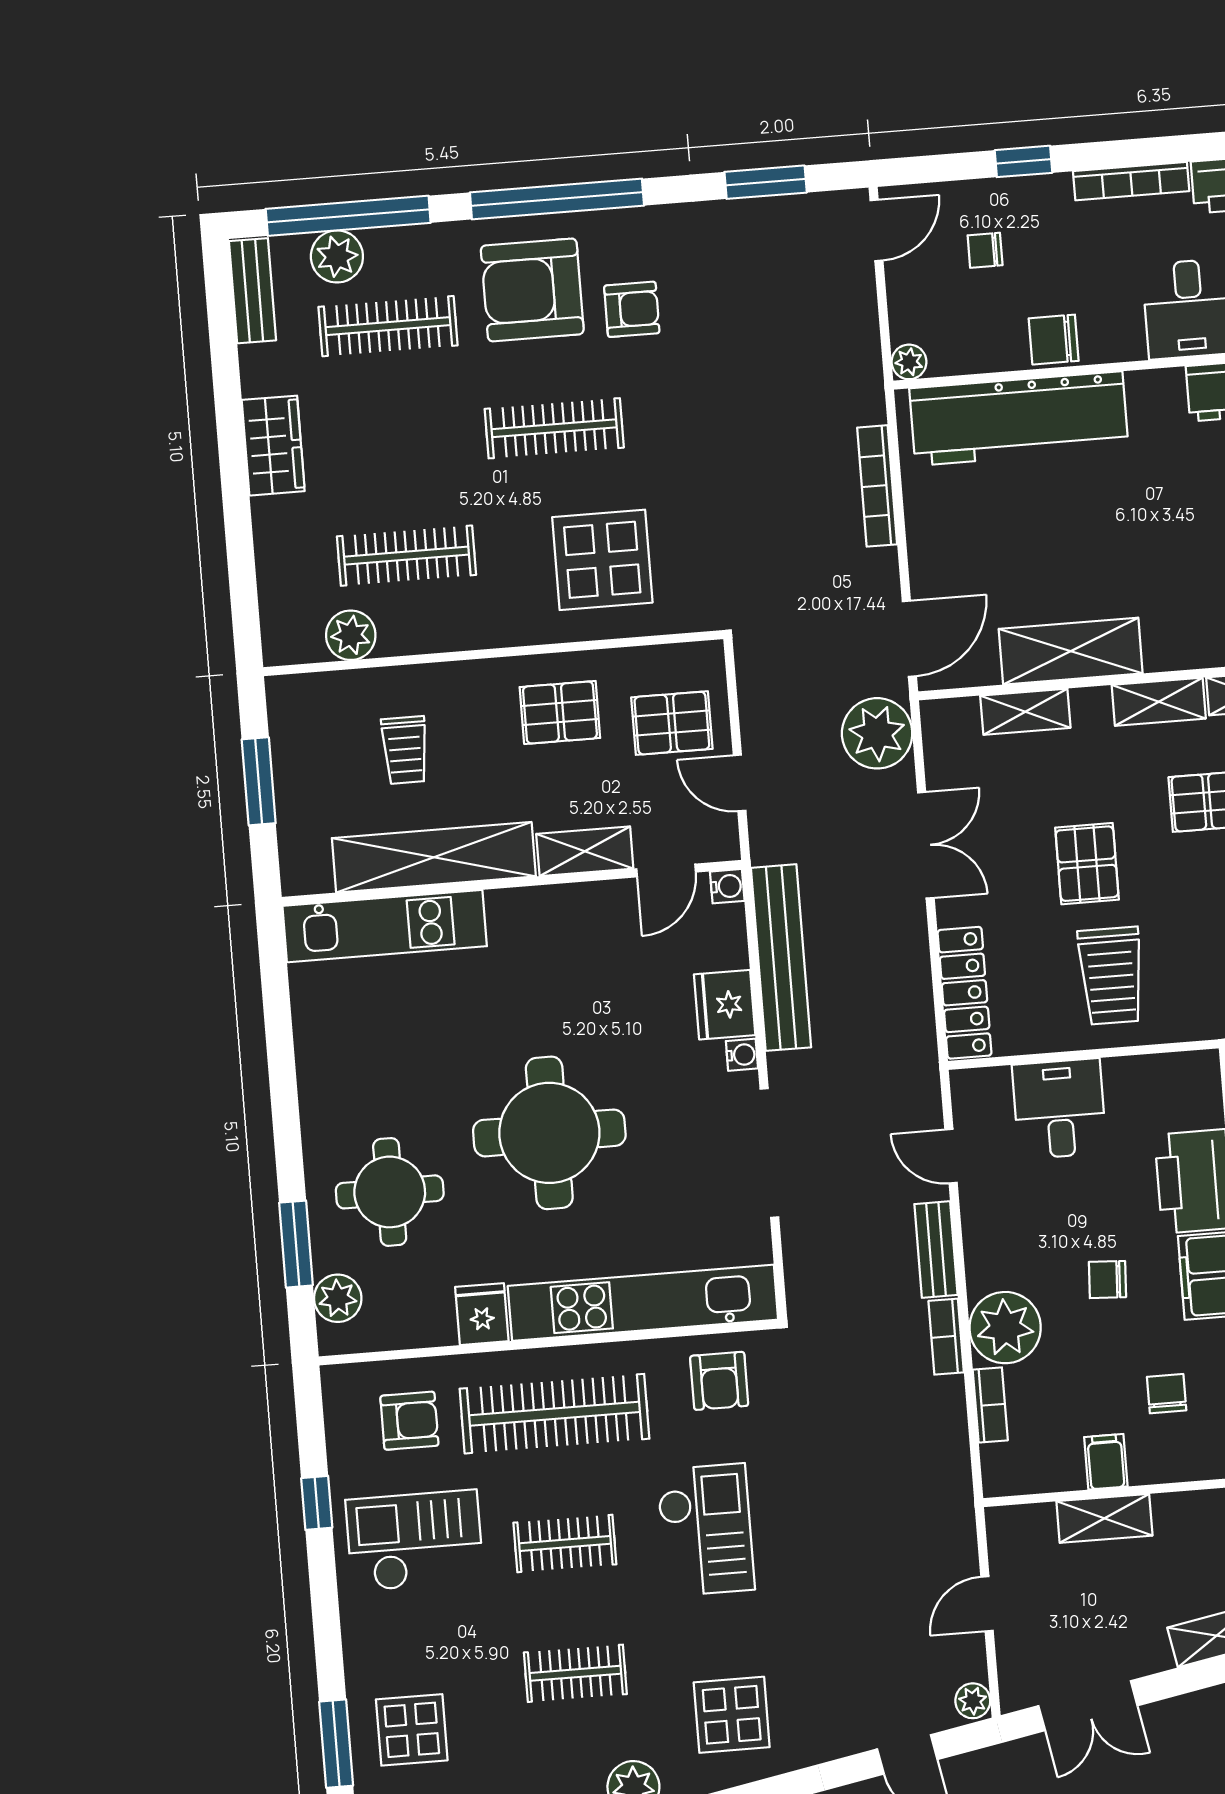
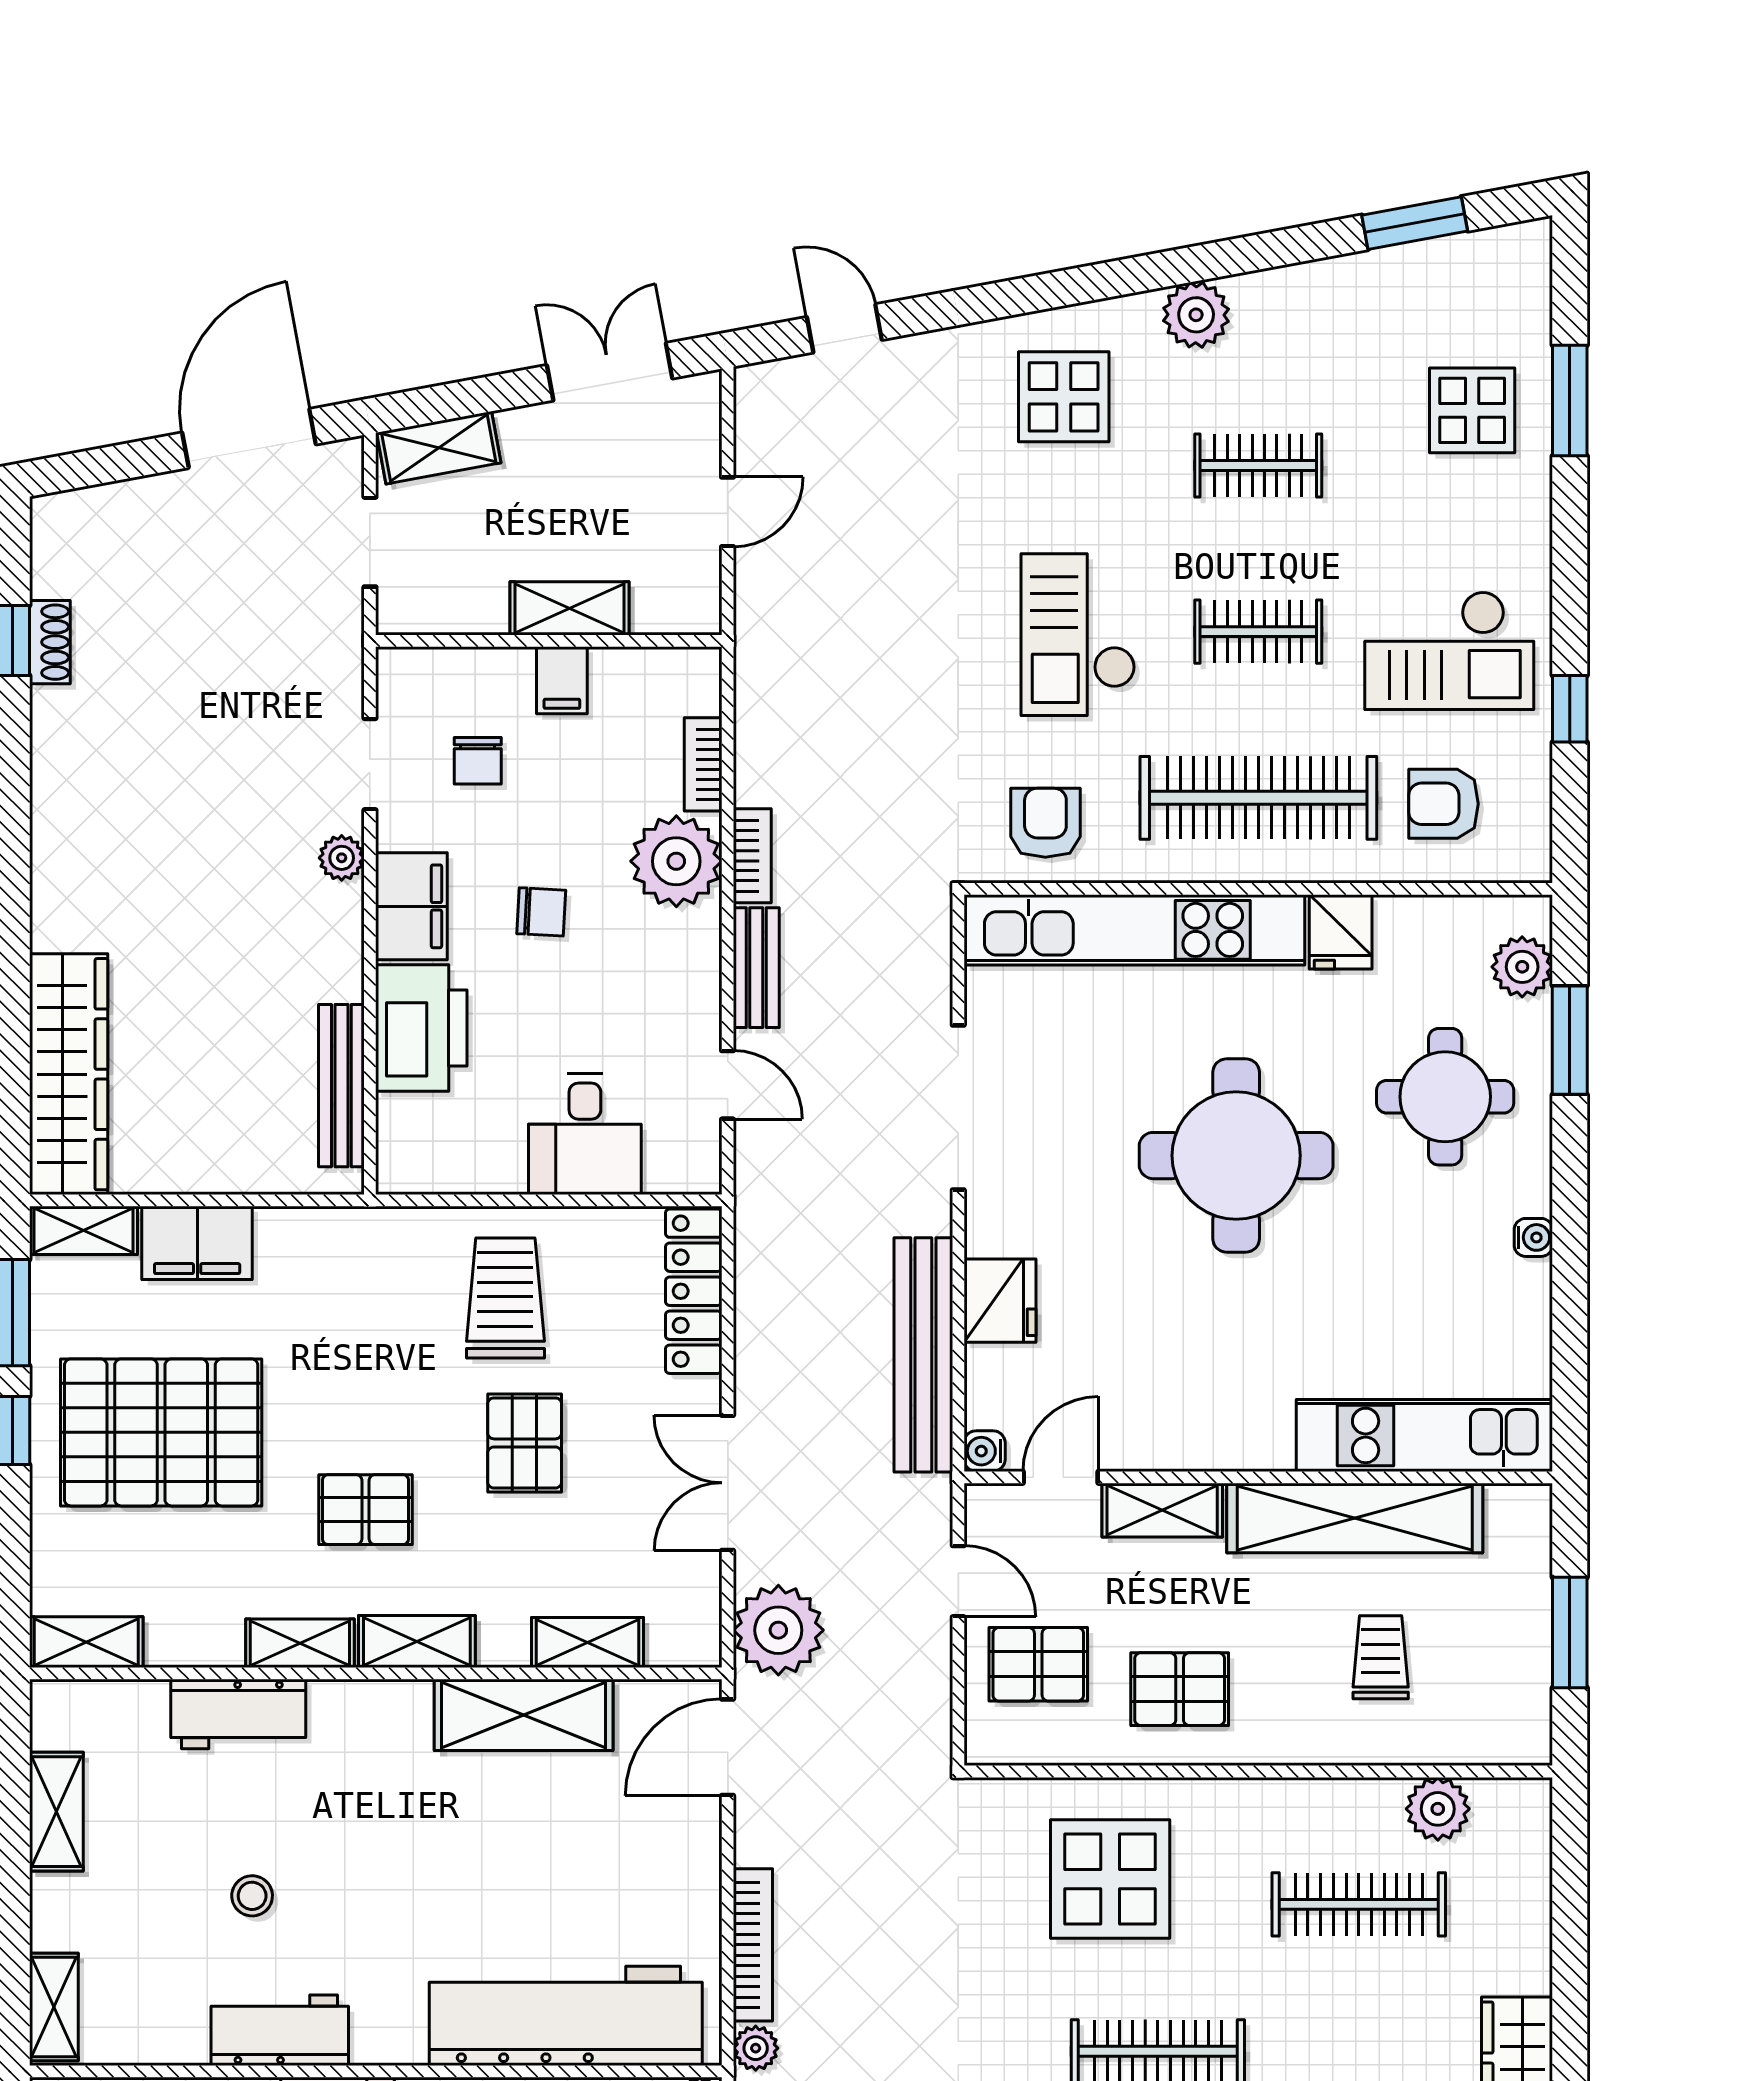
water cooler: (742, 1055) -> (1533, 1237), moved, turned 180
plant: (973, 1701) -> (756, 2048), moved

